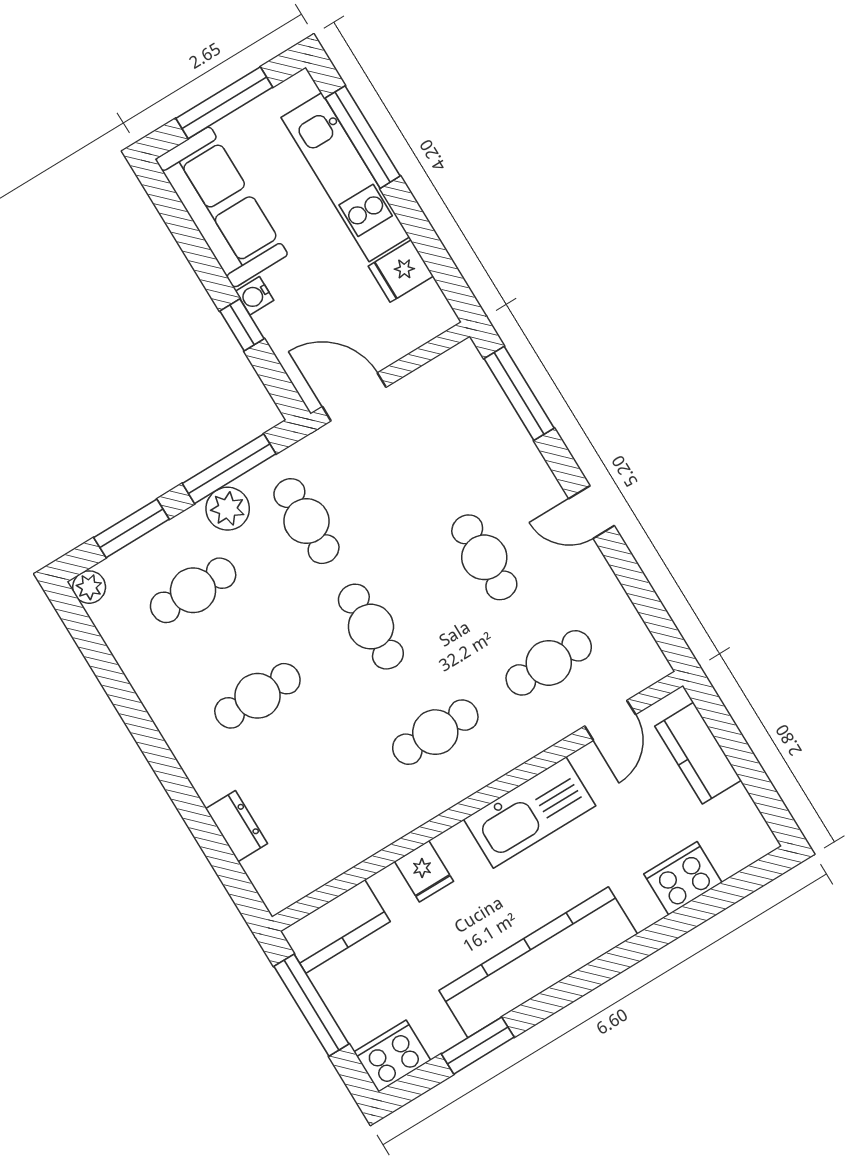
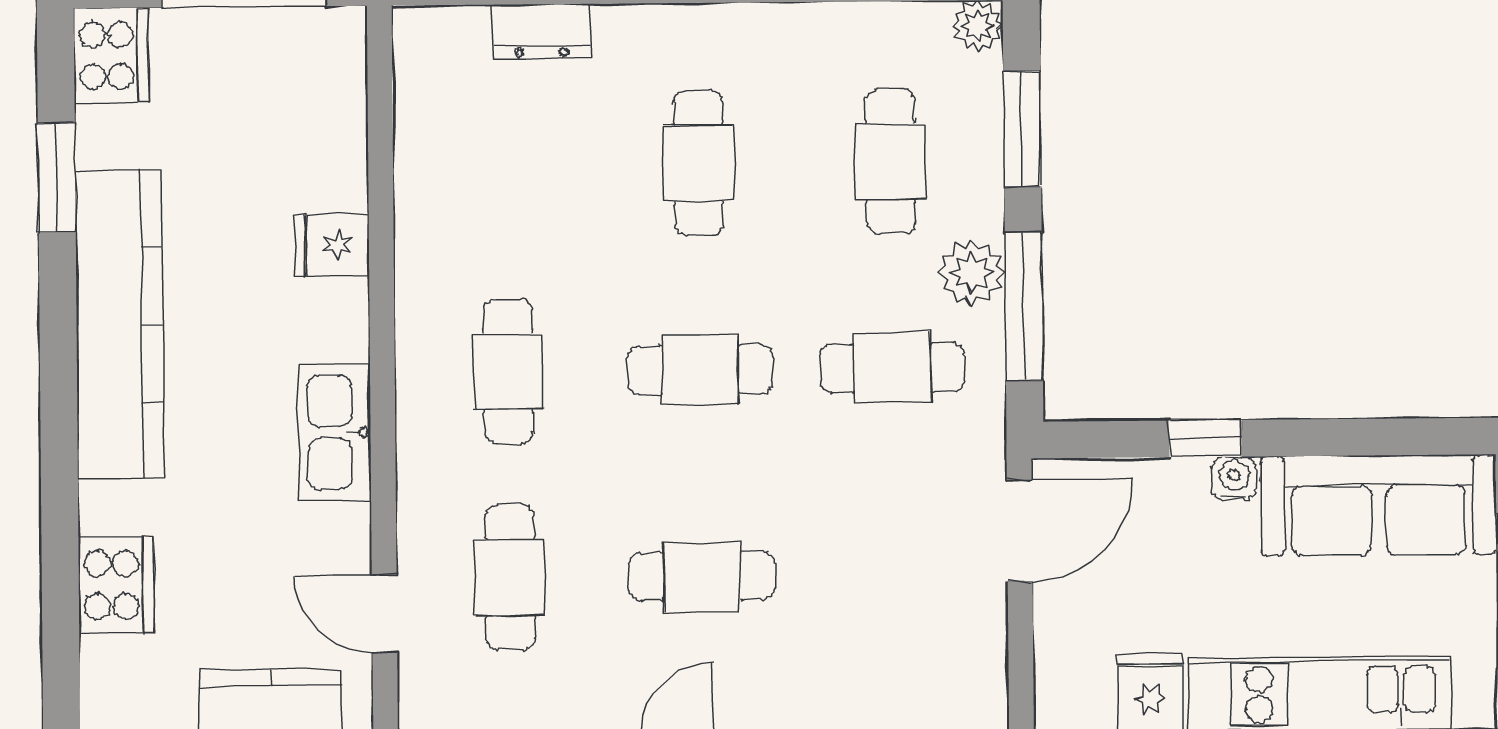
kitchen sink: (530, 812) -> (335, 433), width x0.73, depth x0.81
kitchen counter: (335, 926) -> (329, 83), removed

